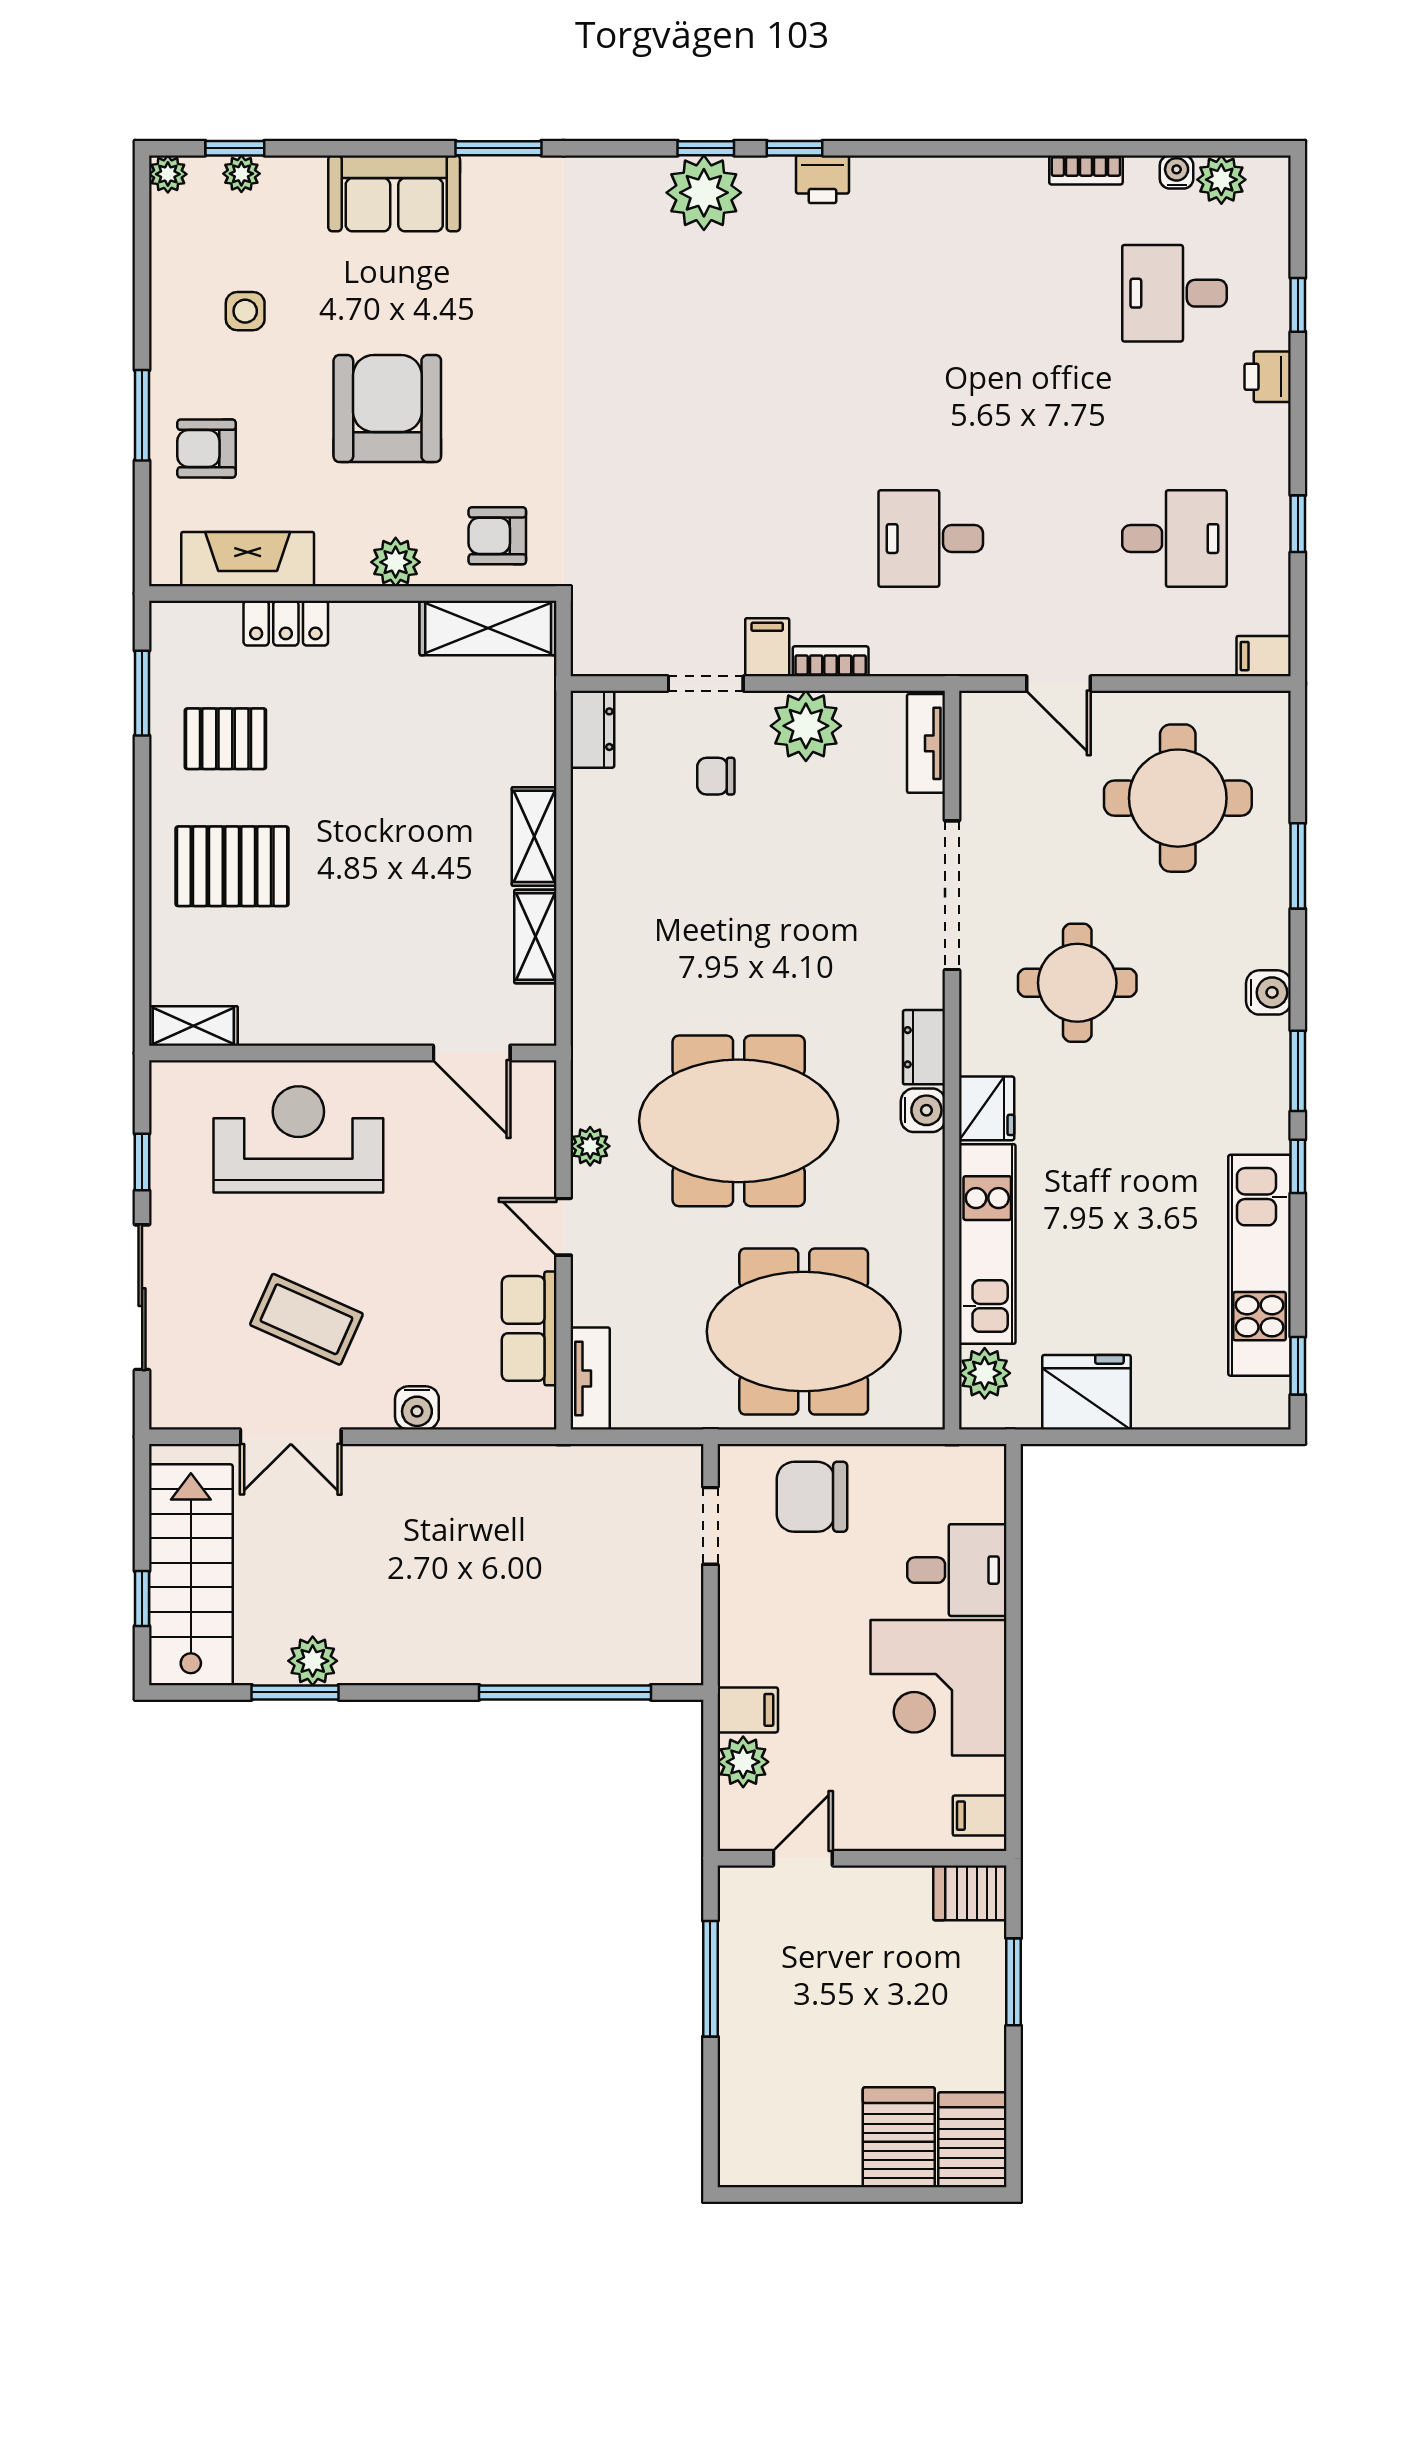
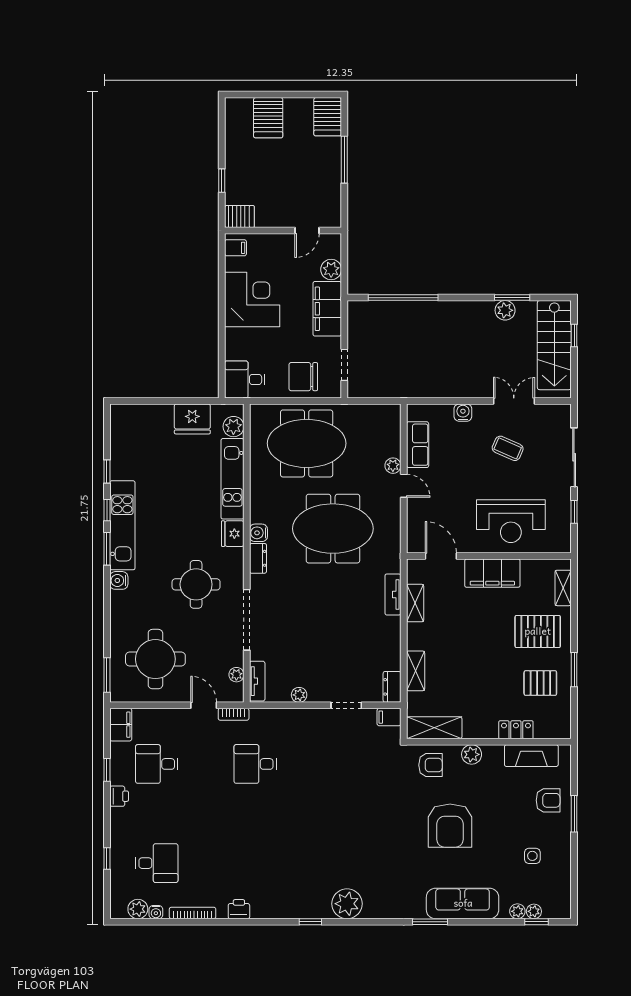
window: (706, 148) -> (346, 922), removed
bookcase: (1086, 170) -> (193, 913), width x1.56
plant: (168, 174) -> (517, 911), moved
printer: (822, 179) -> (239, 909), moved
sofa: (394, 193) -> (463, 903), width x1.36
printer: (1268, 377) -> (119, 796), moved
armchair: (387, 409) -> (450, 826), moved
desk: (931, 539) -> (255, 764), turned 180
filing cabinet: (767, 647) -> (389, 717), moved, turned 90
filing cabinet: (1264, 656) -> (121, 725), width x2.00
bookcase: (831, 661) -> (234, 714), moved
window: (142, 693) -> (574, 670), moved
plant: (806, 726) -> (299, 695), width x0.53, depth x0.53
plant: (977, 759) -> (236, 675), added
chair: (716, 776) -> (342, 668), removed
shelving: (534, 836) -> (416, 671), moved
window: (1298, 866) -> (107, 675), moved
filing cabinet: (344, 1010) -> (492, 573), added
shelving: (193, 1026) -> (563, 588), moved, turned 90
plant: (590, 1146) -> (393, 466), moved
kitchen unit: (1260, 1265) -> (122, 525), moved
coffee table: (306, 1319) -> (508, 448), width x0.73, depth x0.77
window: (1298, 1366) -> (107, 472), moved
tv unit: (590, 1378) -> (393, 594), moved
chair: (812, 1497) -> (303, 377), turned 180
desk: (957, 1570) -> (245, 379), moved
filing cabinet: (748, 1710) -> (327, 309), width x3.00, depth x1.17
window: (710, 1979) -> (344, 160), moved
window: (1014, 1982) -> (222, 181), width x0.67
server rack: (972, 2140) -> (328, 117), moved

